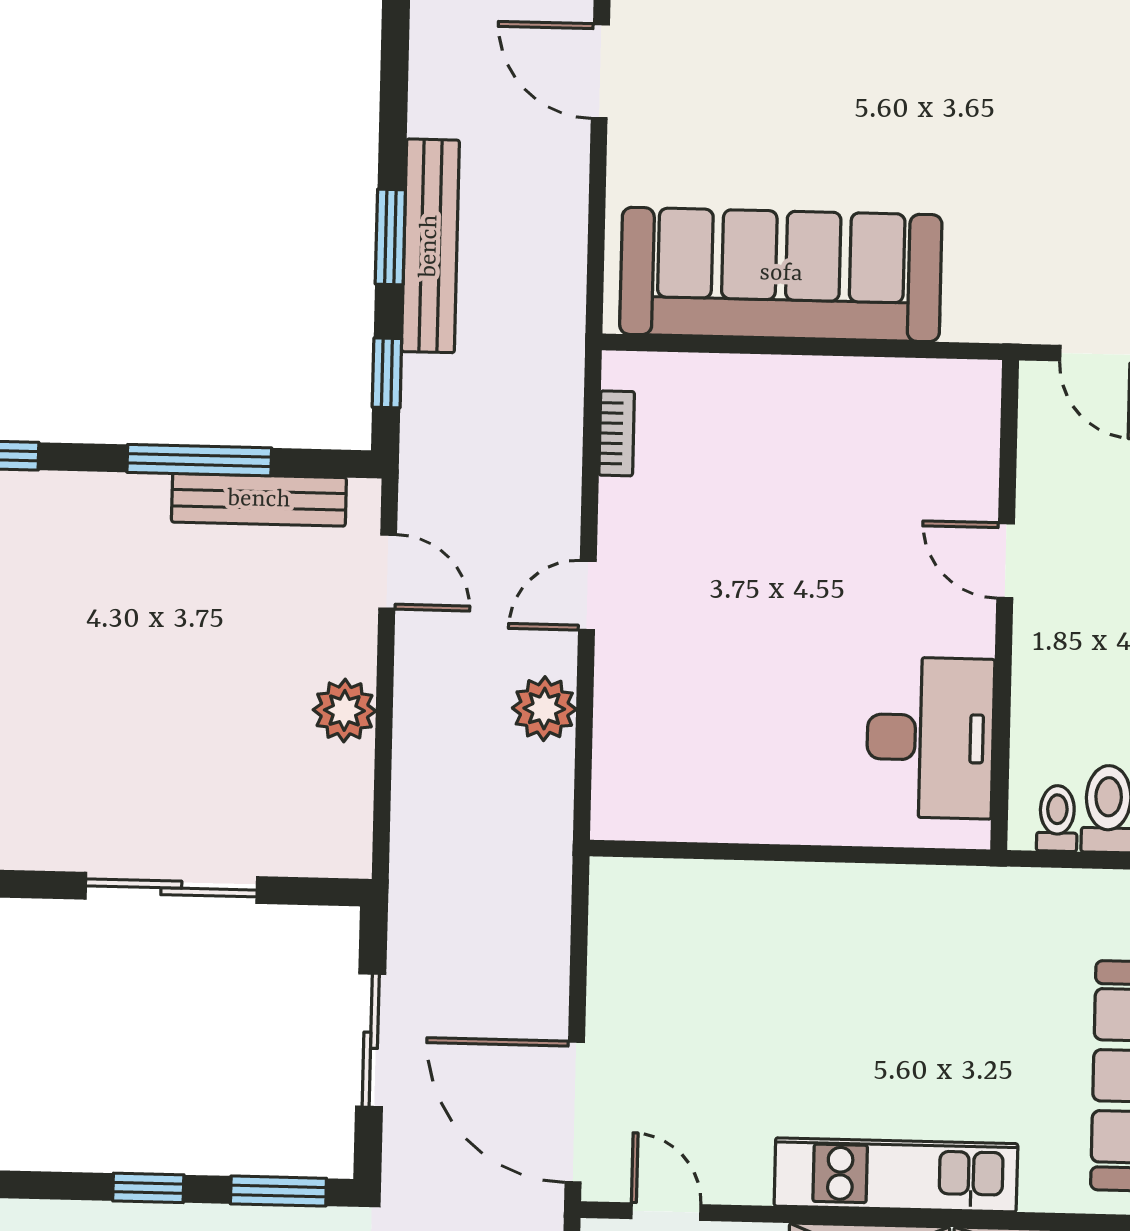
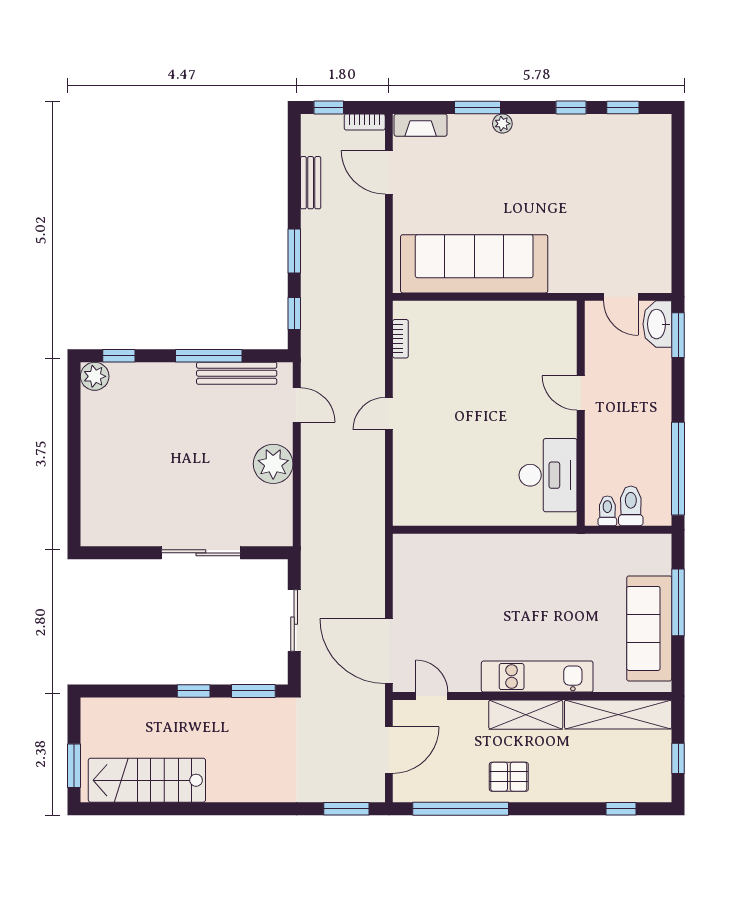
bench: (430, 246) -> (311, 183), moved, width x0.54, depth x0.82
plant: (544, 709) -> (370, 466), removed
plant: (344, 710) -> (273, 464), width x1.36, depth x1.36

